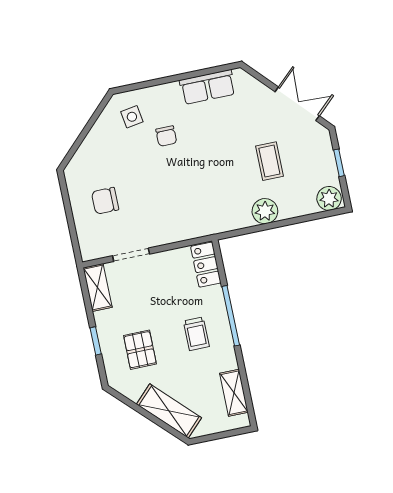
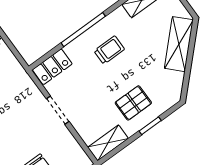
doorway: (131, 255) -> (58, 110), moved
pallet: (140, 350) -> (133, 103), moved

